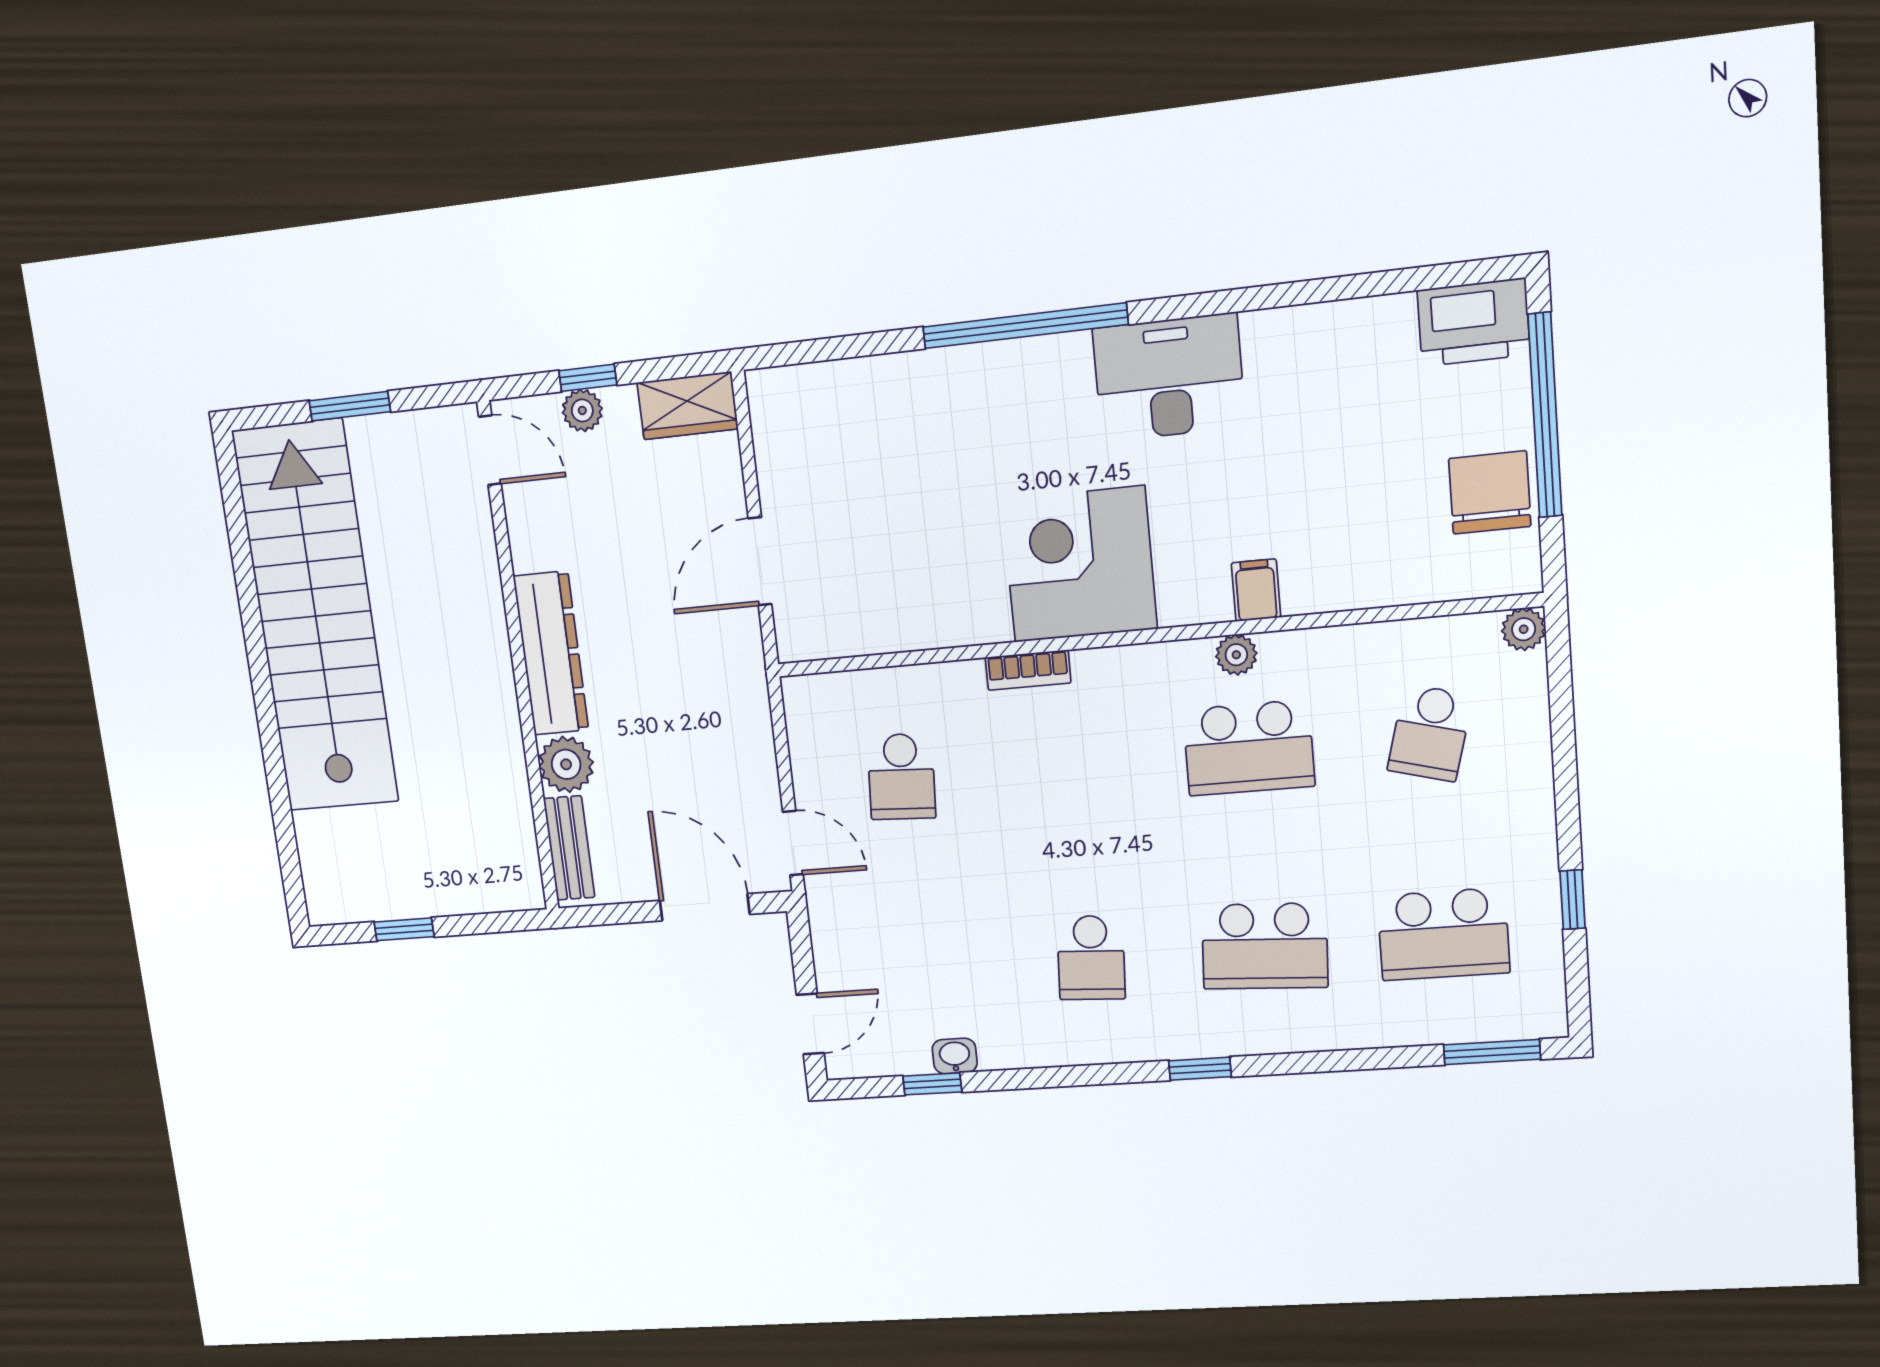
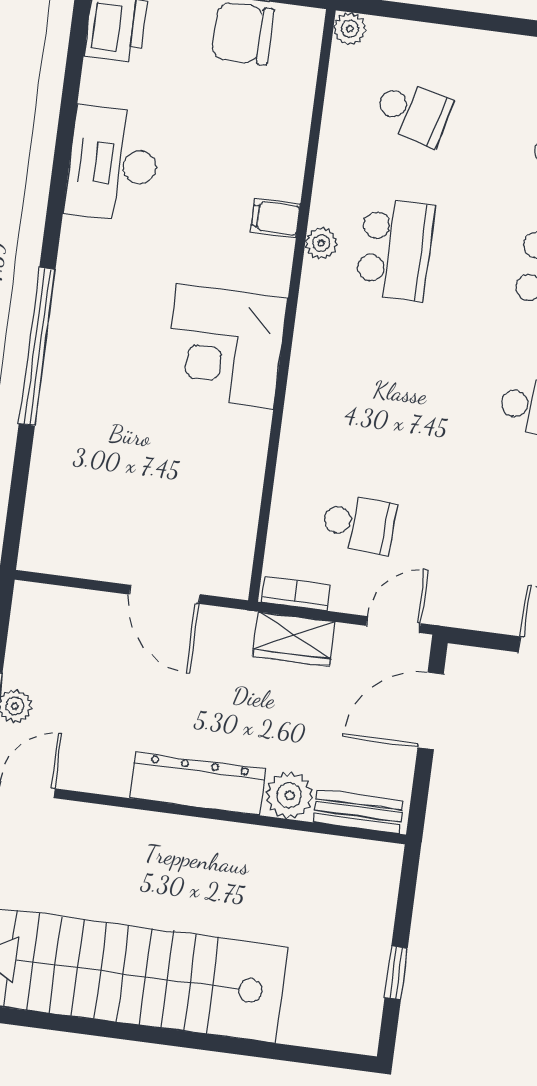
desk: (1169, 378) -> (113, 164), moved
wardrobe: (688, 406) -> (294, 639), moved, turned 90
bookcase: (1028, 670) -> (296, 593), moved, turned -90

